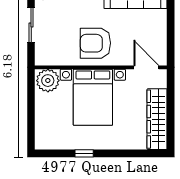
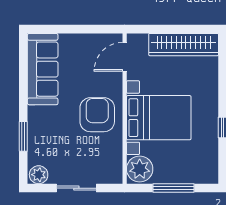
armchair: (95, 43) -> (97, 115), turned 180
window: (31, 110) -> (174, 188), added

